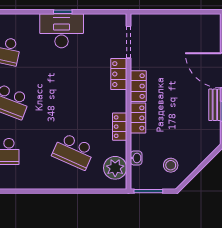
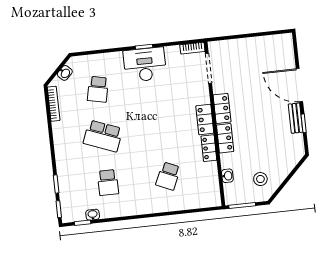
bookcase: (114, 19) -> (192, 48), added
locker: (119, 74) -> (205, 120), moved
school desk: (73, 151) -> (168, 176), width x0.54
plant: (115, 168) -> (209, 187), removed

